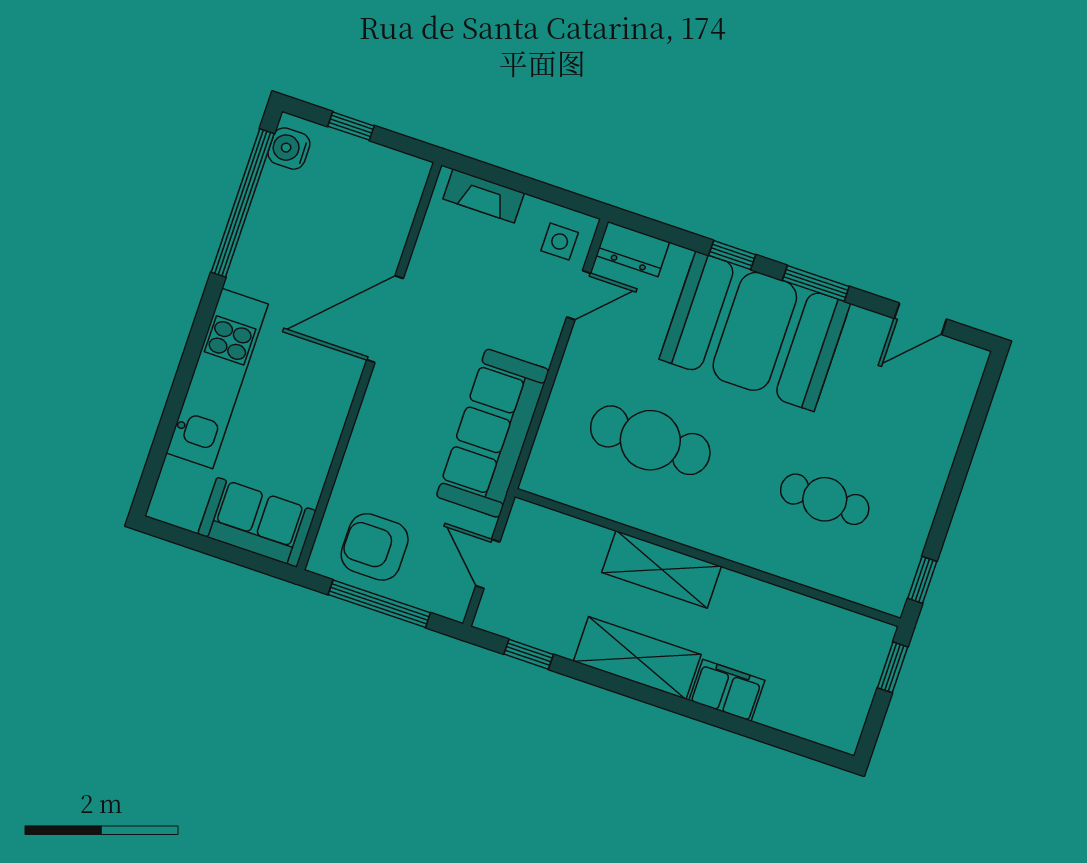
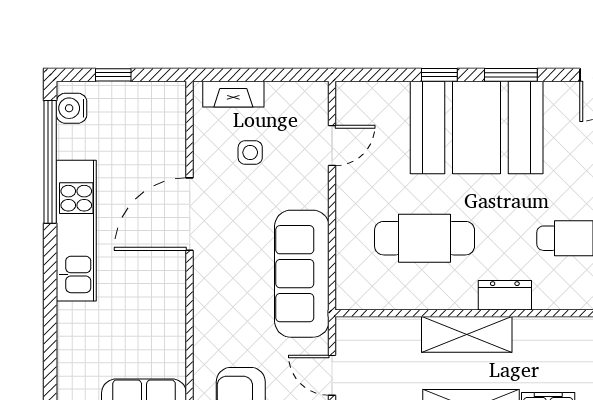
side table: (560, 242) -> (250, 153), moved
dresser: (633, 249) -> (505, 295), moved, turned 180
kitchen unit: (217, 378) -> (76, 231), moved

